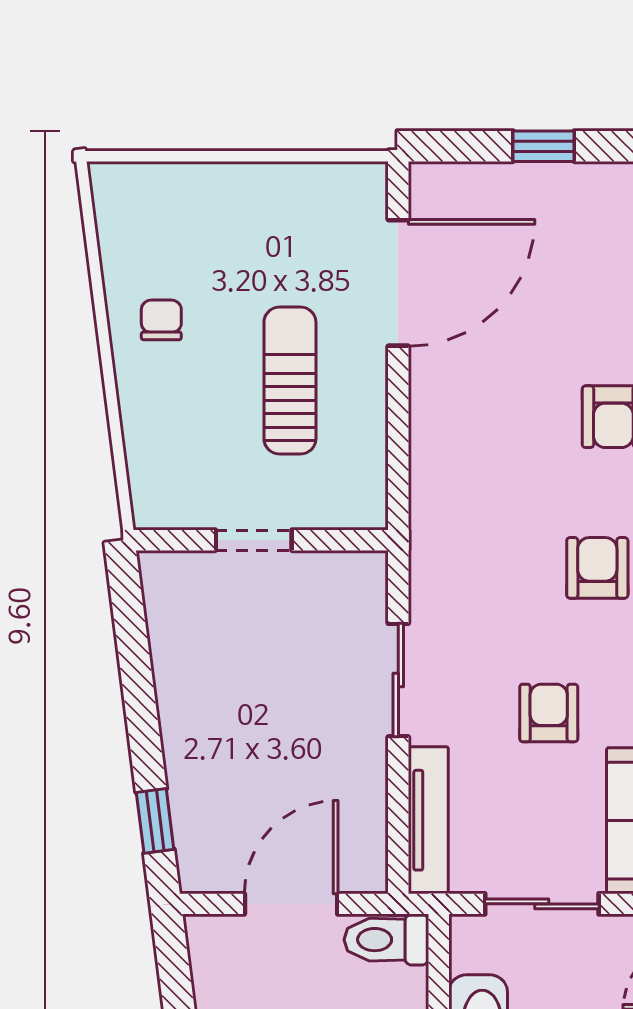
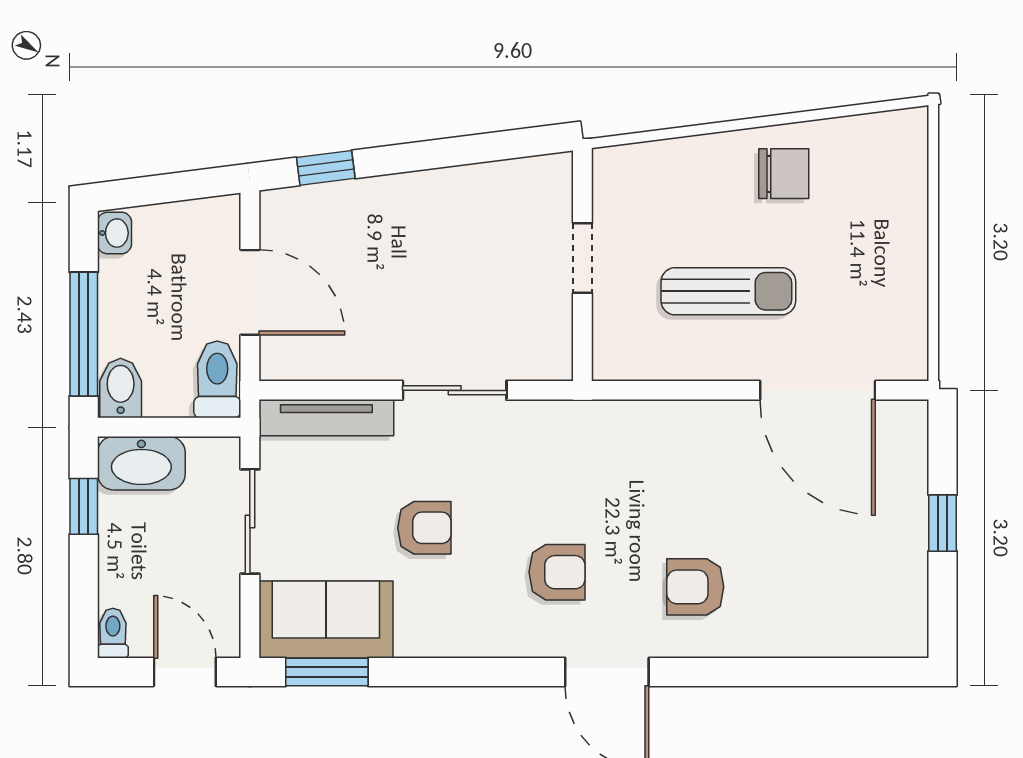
chair: (161, 320) -> (784, 174), width x1.37, depth x1.37

